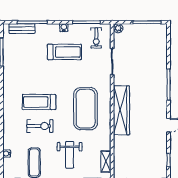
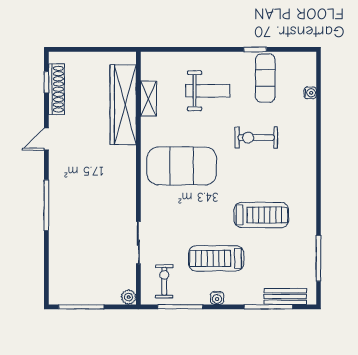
treadmill: (39, 102) -> (261, 215), moved
exercise mat: (86, 109) -> (182, 166), turned 90
wardrobe: (121, 110) -> (123, 105), moved
weight bench: (70, 155) -> (208, 91), turned 90
shoe rack: (162, 156) -> (56, 89), added
shelving: (106, 162) -> (148, 99), moved

